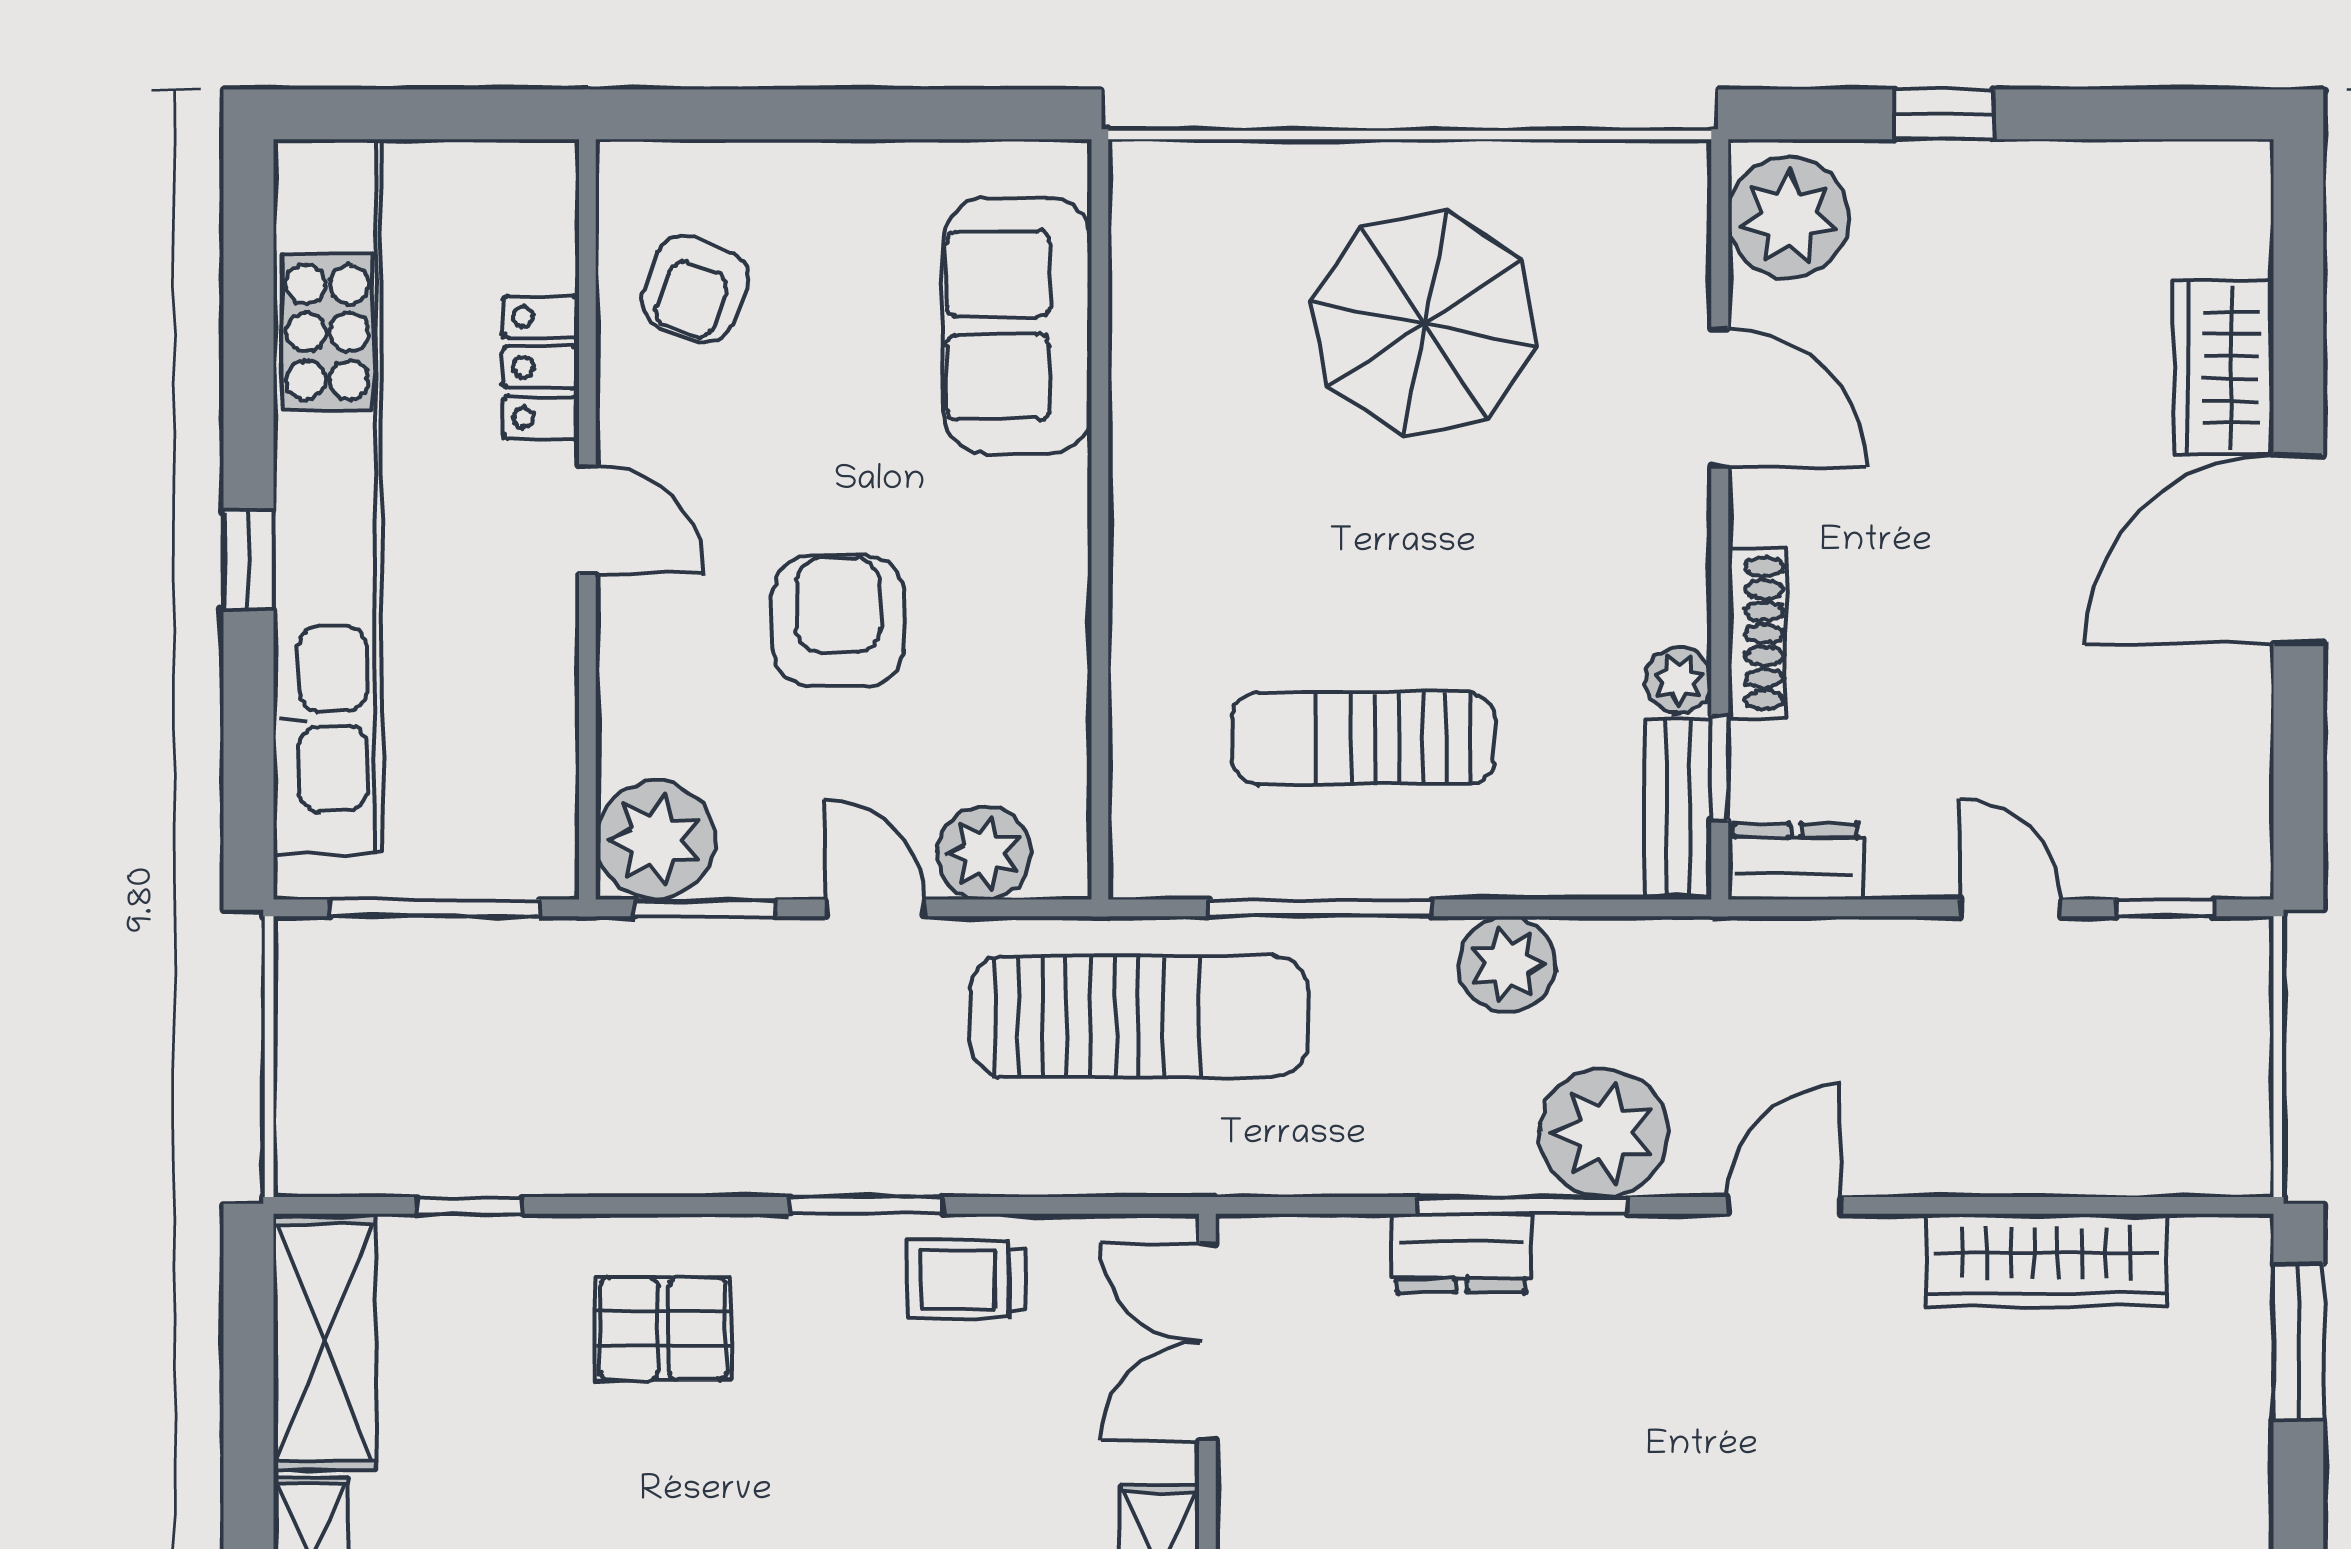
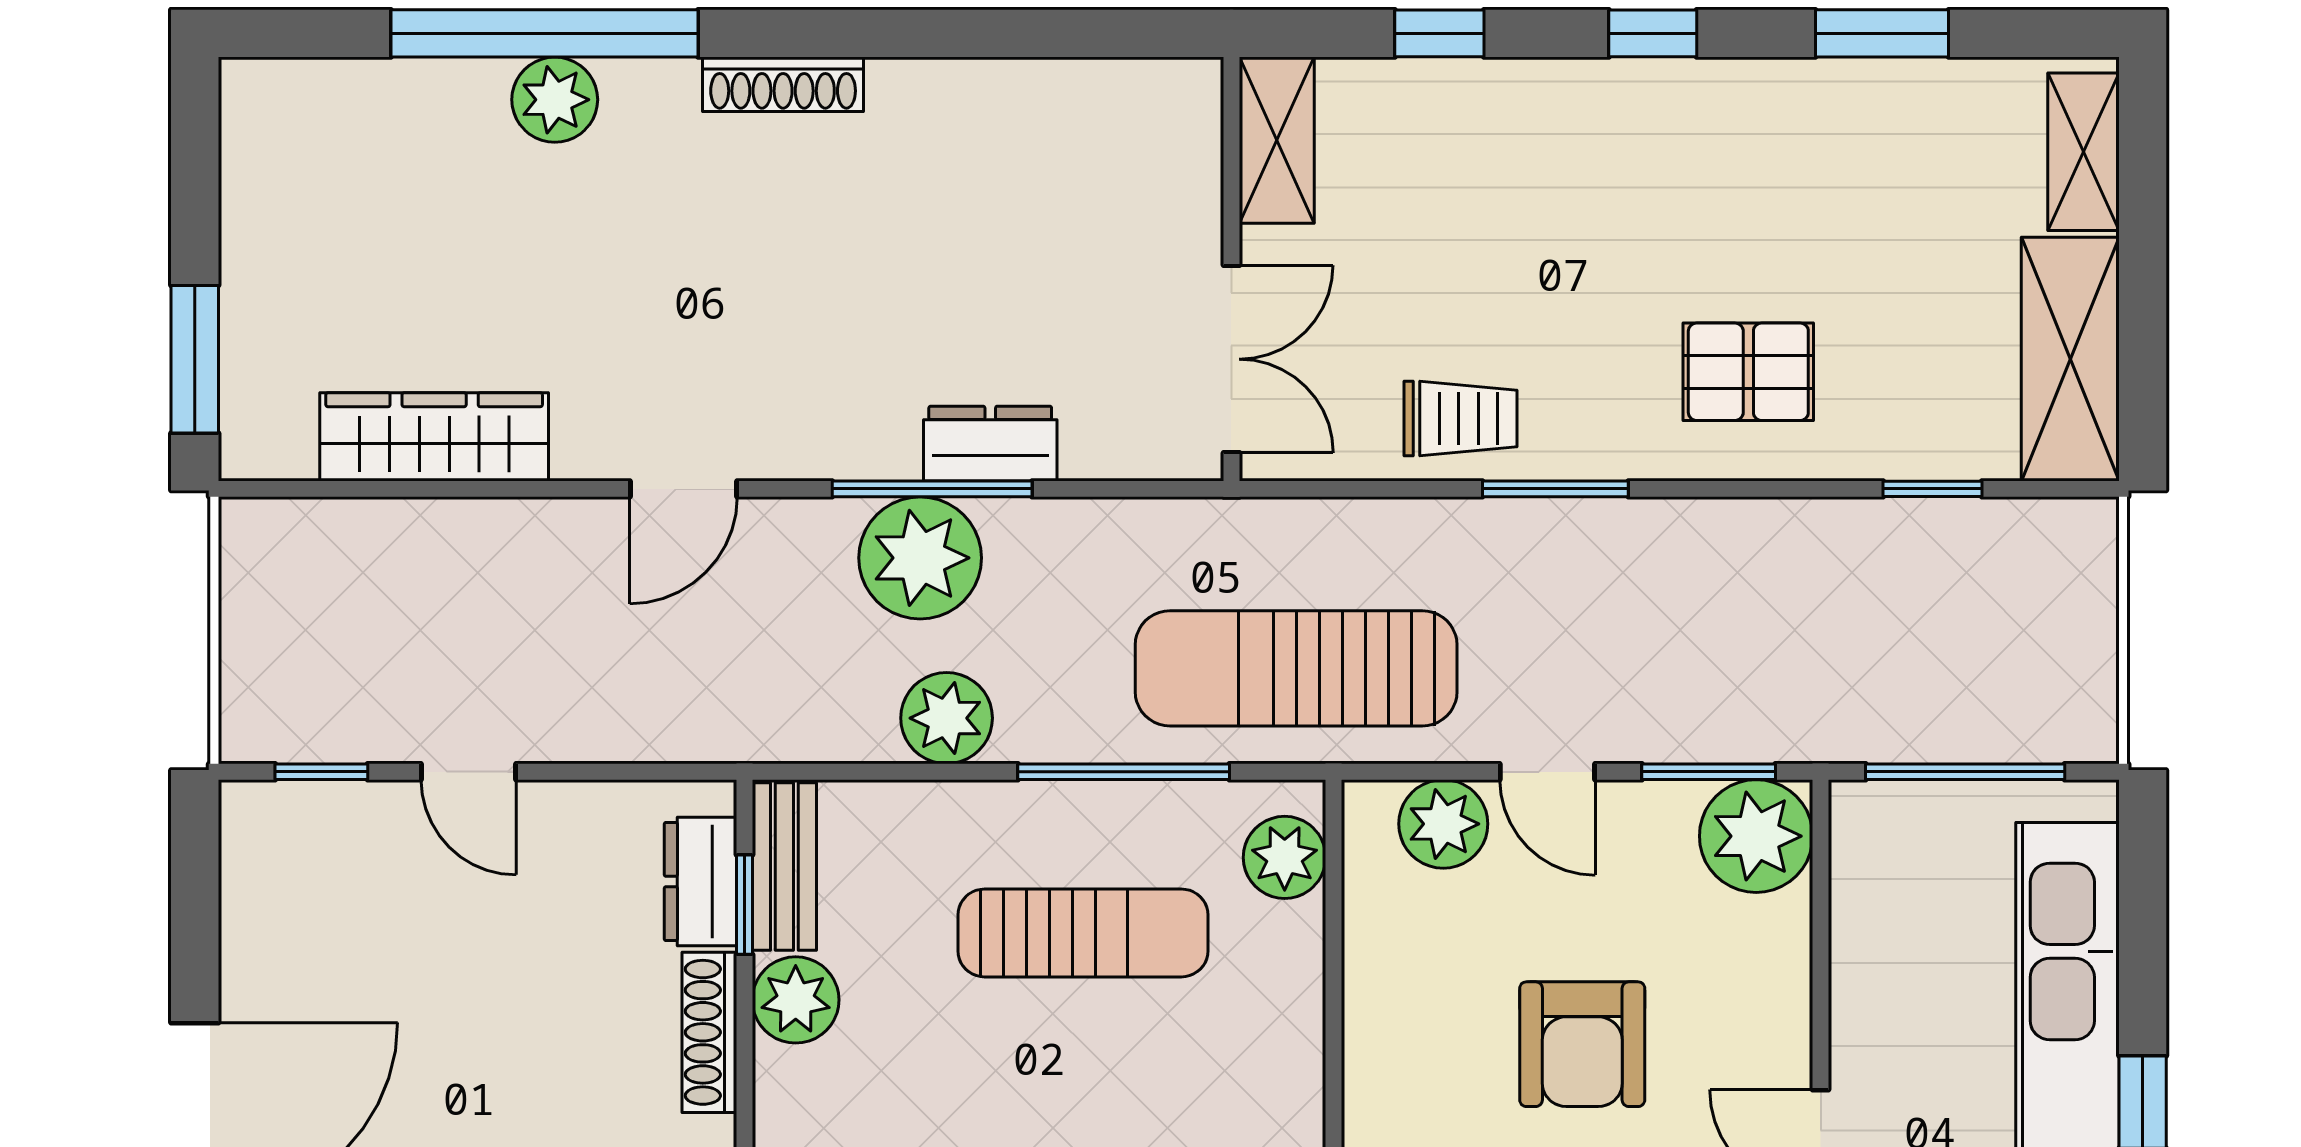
plant: (1678, 680) -> (796, 1000), width x1.38, depth x1.38
plant: (1151, 818) -> (1285, 857), added
dresser: (1796, 862) -> (701, 882), moved, turned 90
plant: (1604, 1133) -> (920, 558), moved

